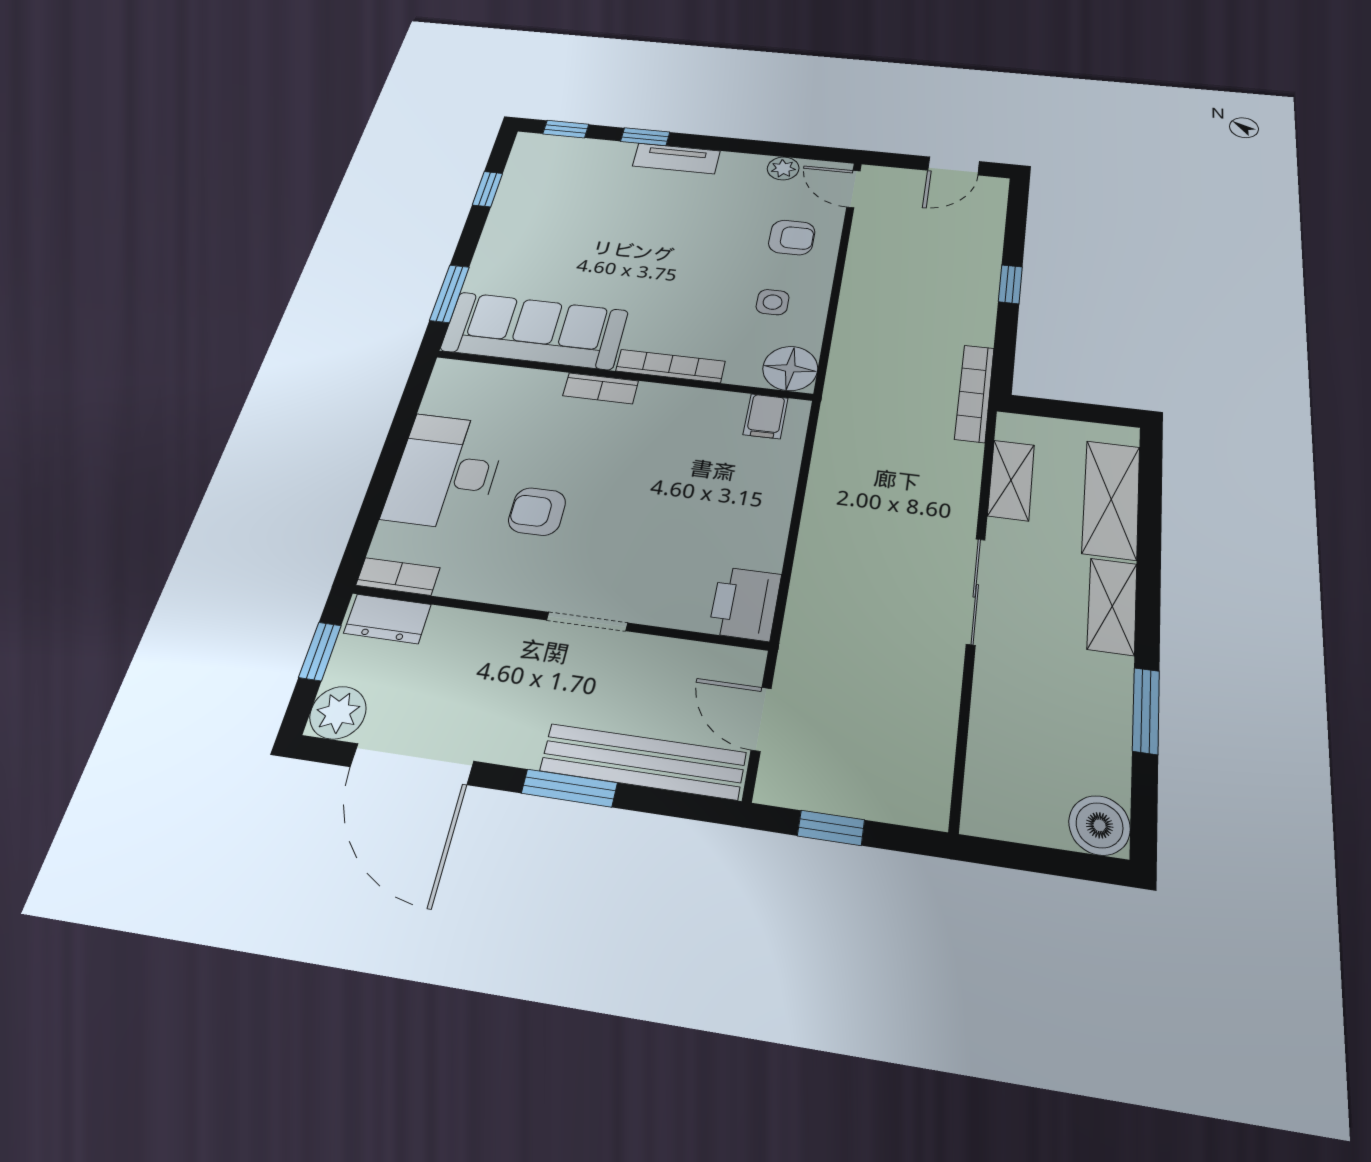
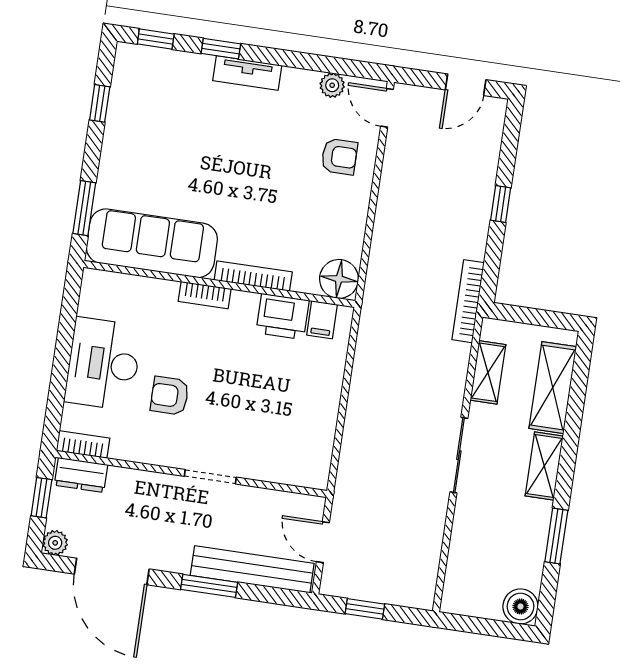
side table: (773, 302) -> (326, 219), removed
printer: (745, 604) -> (283, 317), moved, turned -90
plant: (338, 713) -> (55, 543), width x0.73, depth x0.73

